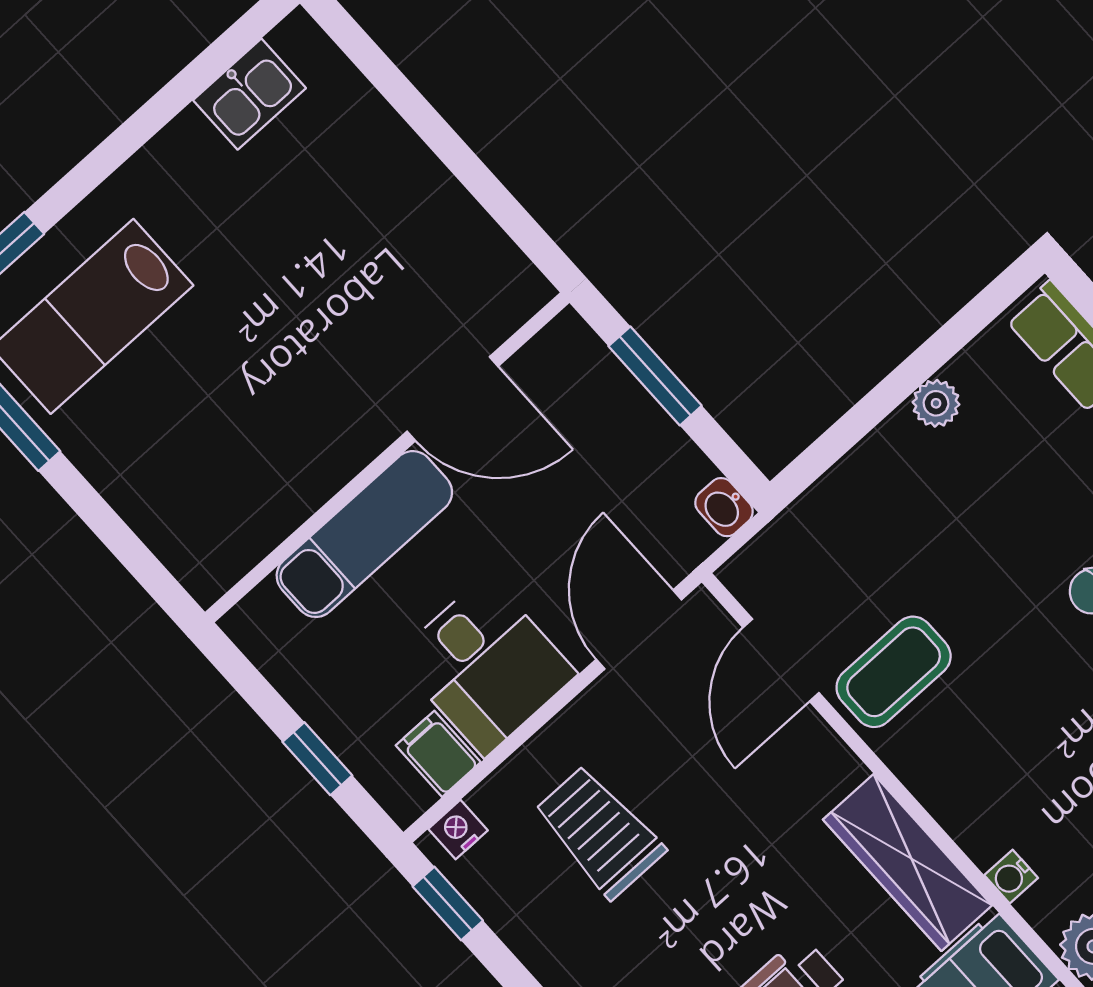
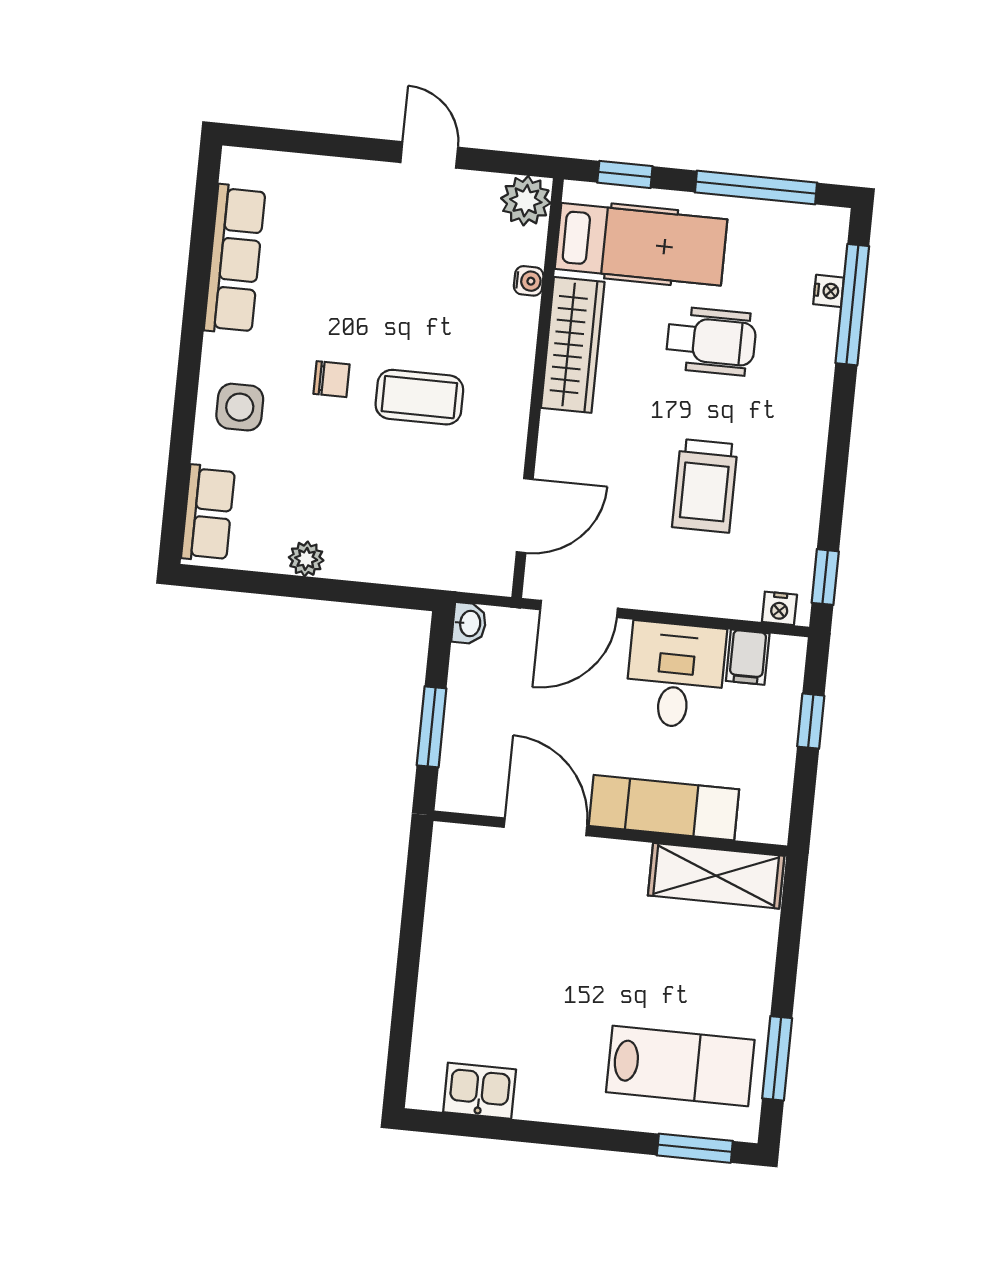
shelving: (249, 524) -> (716, 876), added
coffee table: (894, 672) -> (419, 397), moved
trolley: (599, 832) -> (705, 486), moved

